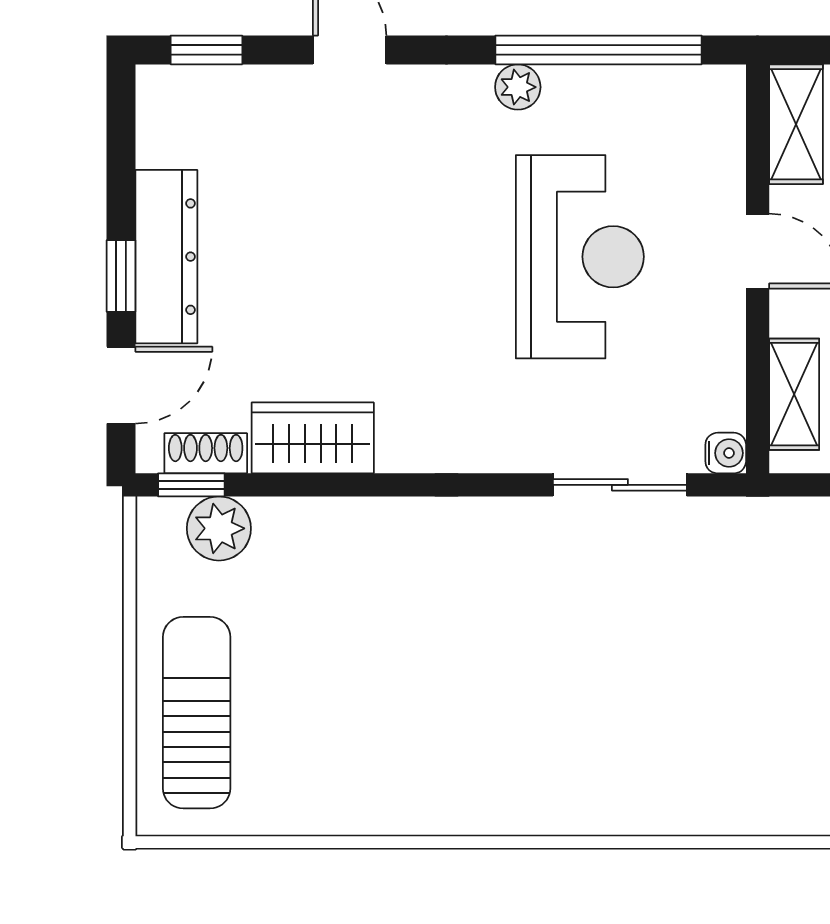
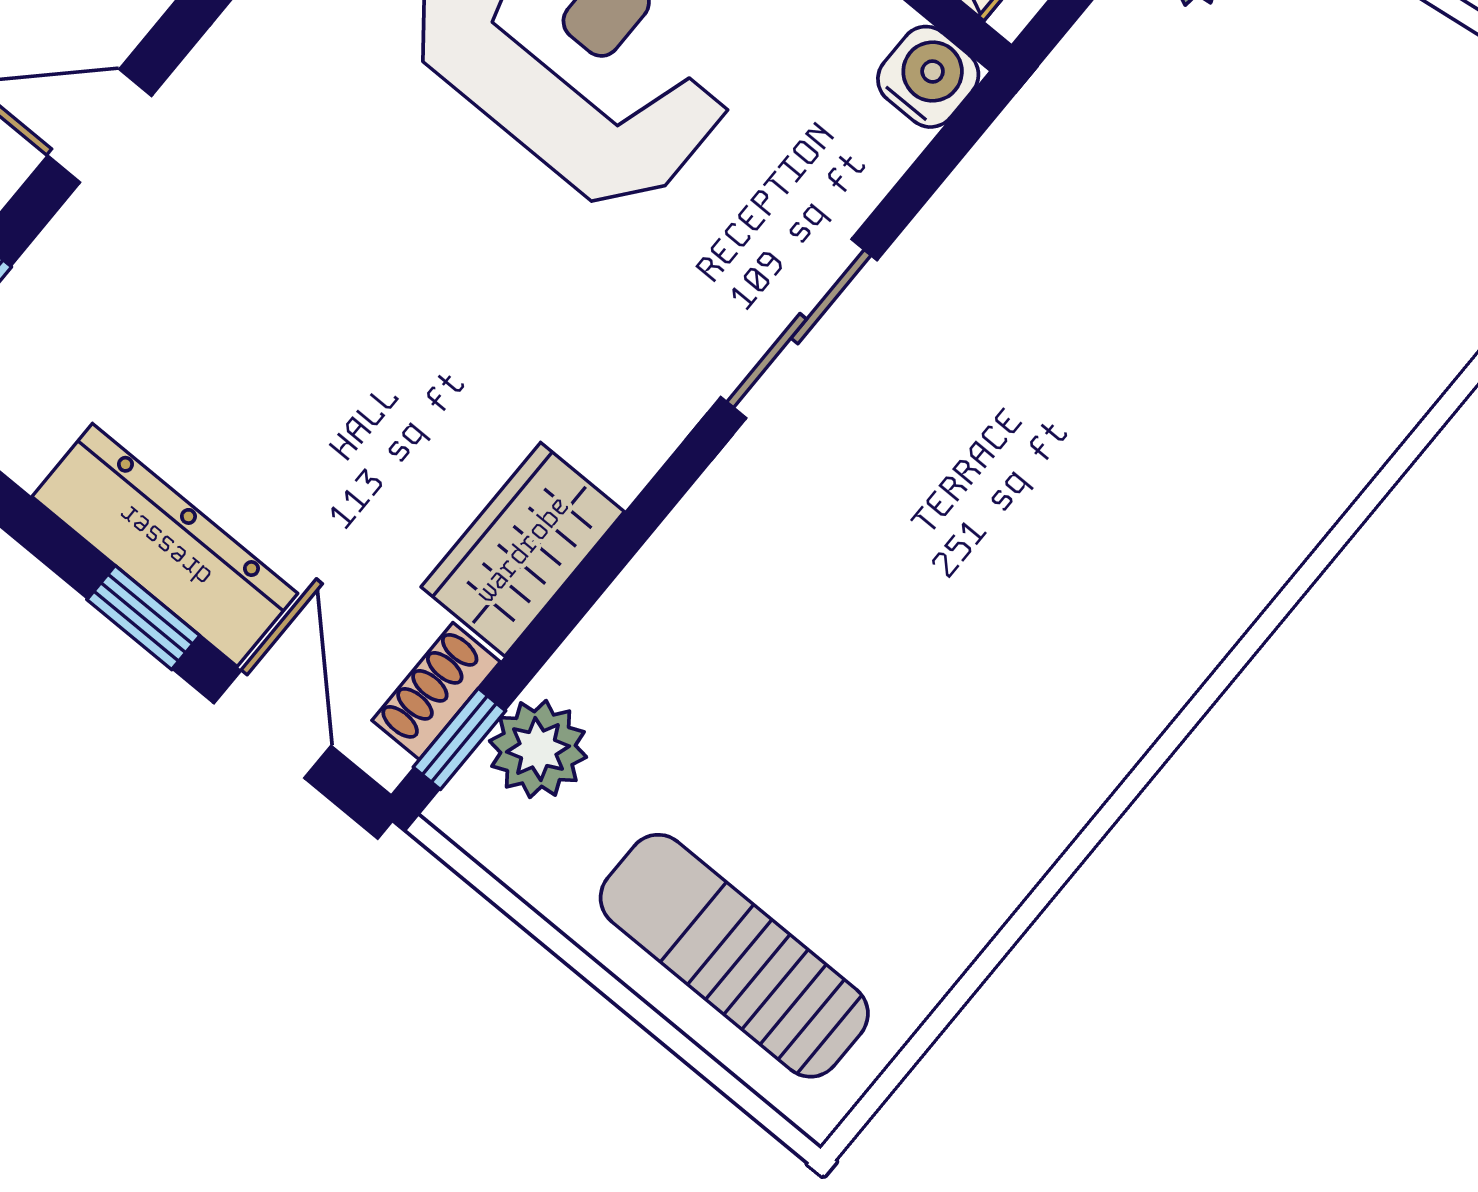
water cooler: (726, 453) -> (928, 77), width x1.38, depth x1.38
sliding door: (620, 485) -> (799, 329), moved

